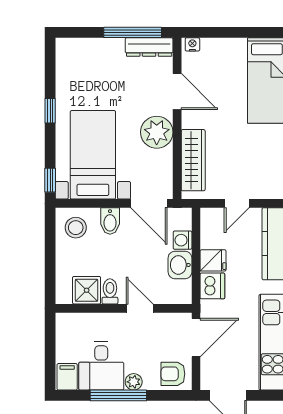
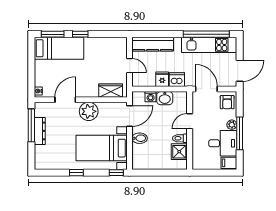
dresser: (149, 47) -> (40, 131), moved
wardrobe: (193, 160) -> (111, 91), width x0.67
stool: (76, 228) -> (143, 158), removed

